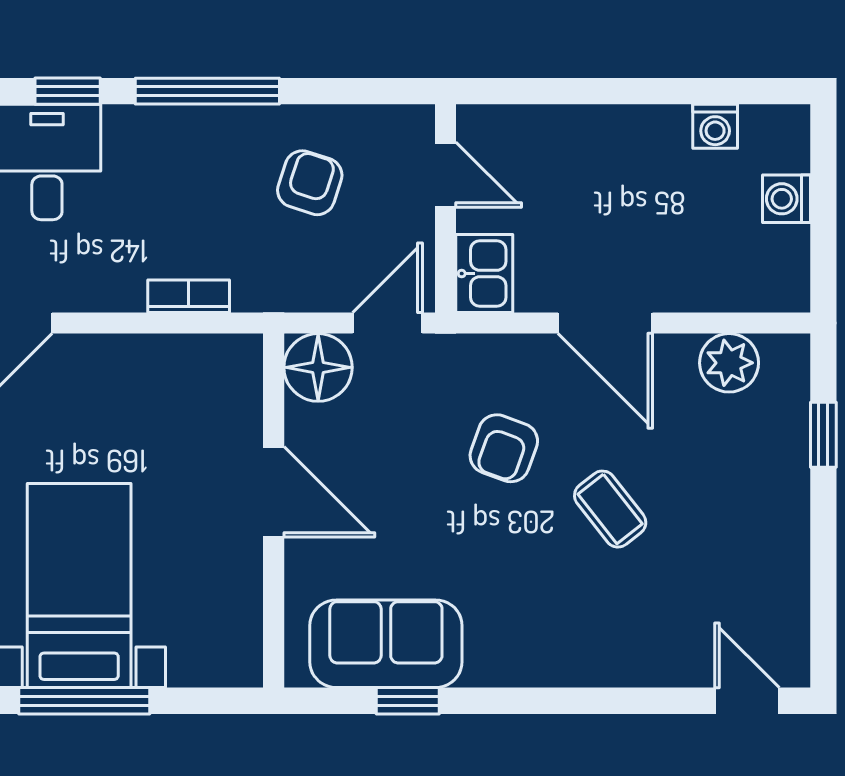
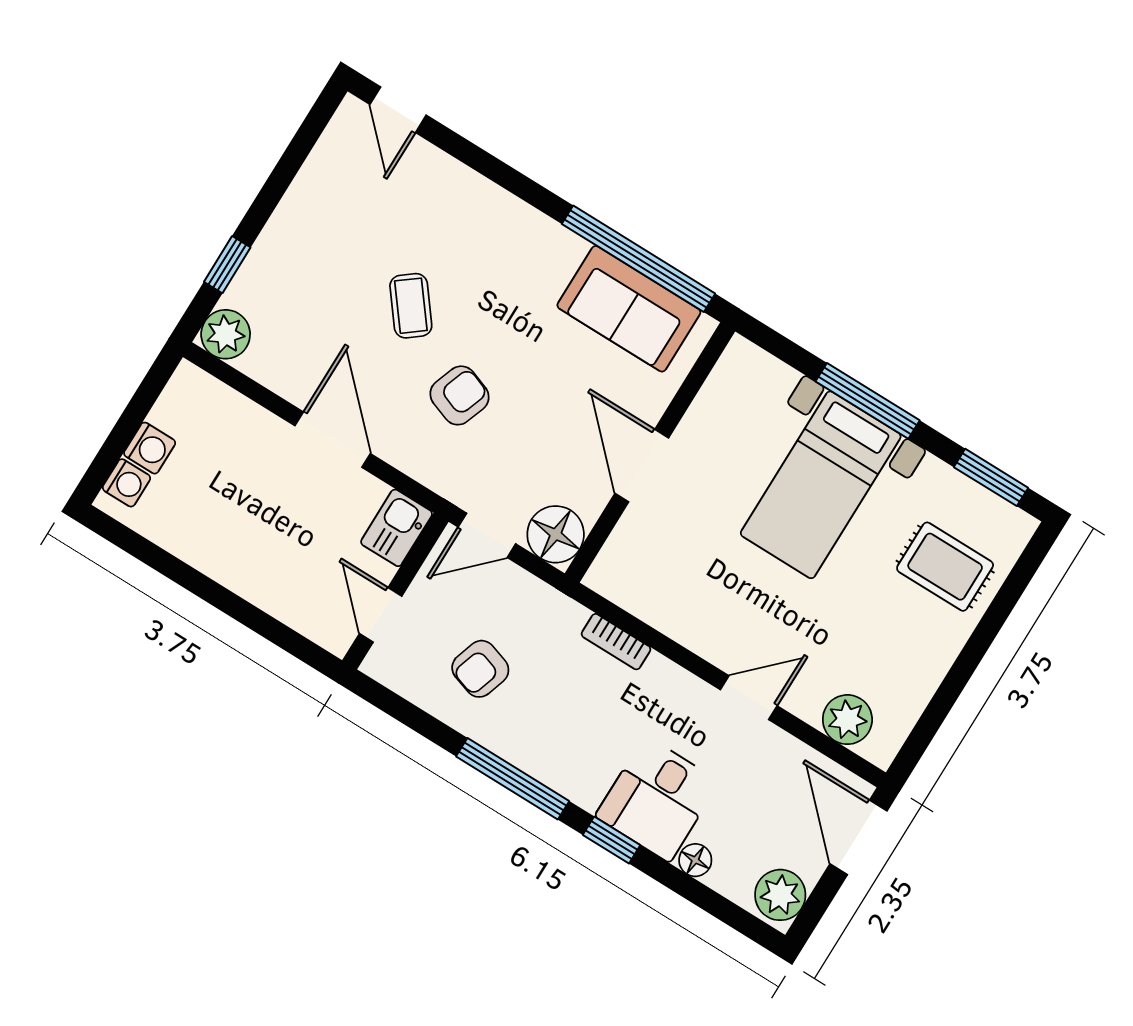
washing machine: (715, 126) -> (126, 483), moved, turned 90
plant: (729, 363) -> (226, 334), moved
window: (408, 701) -> (638, 259), width x3.17

